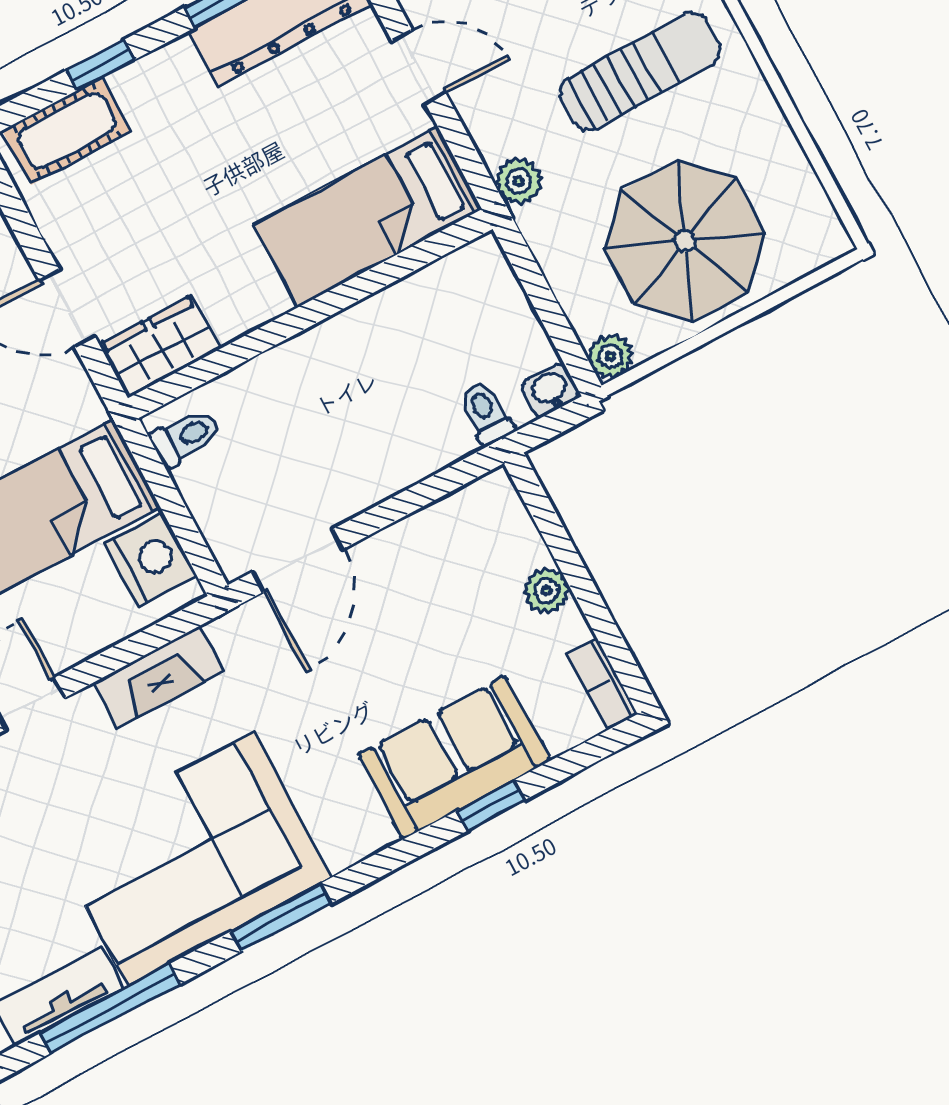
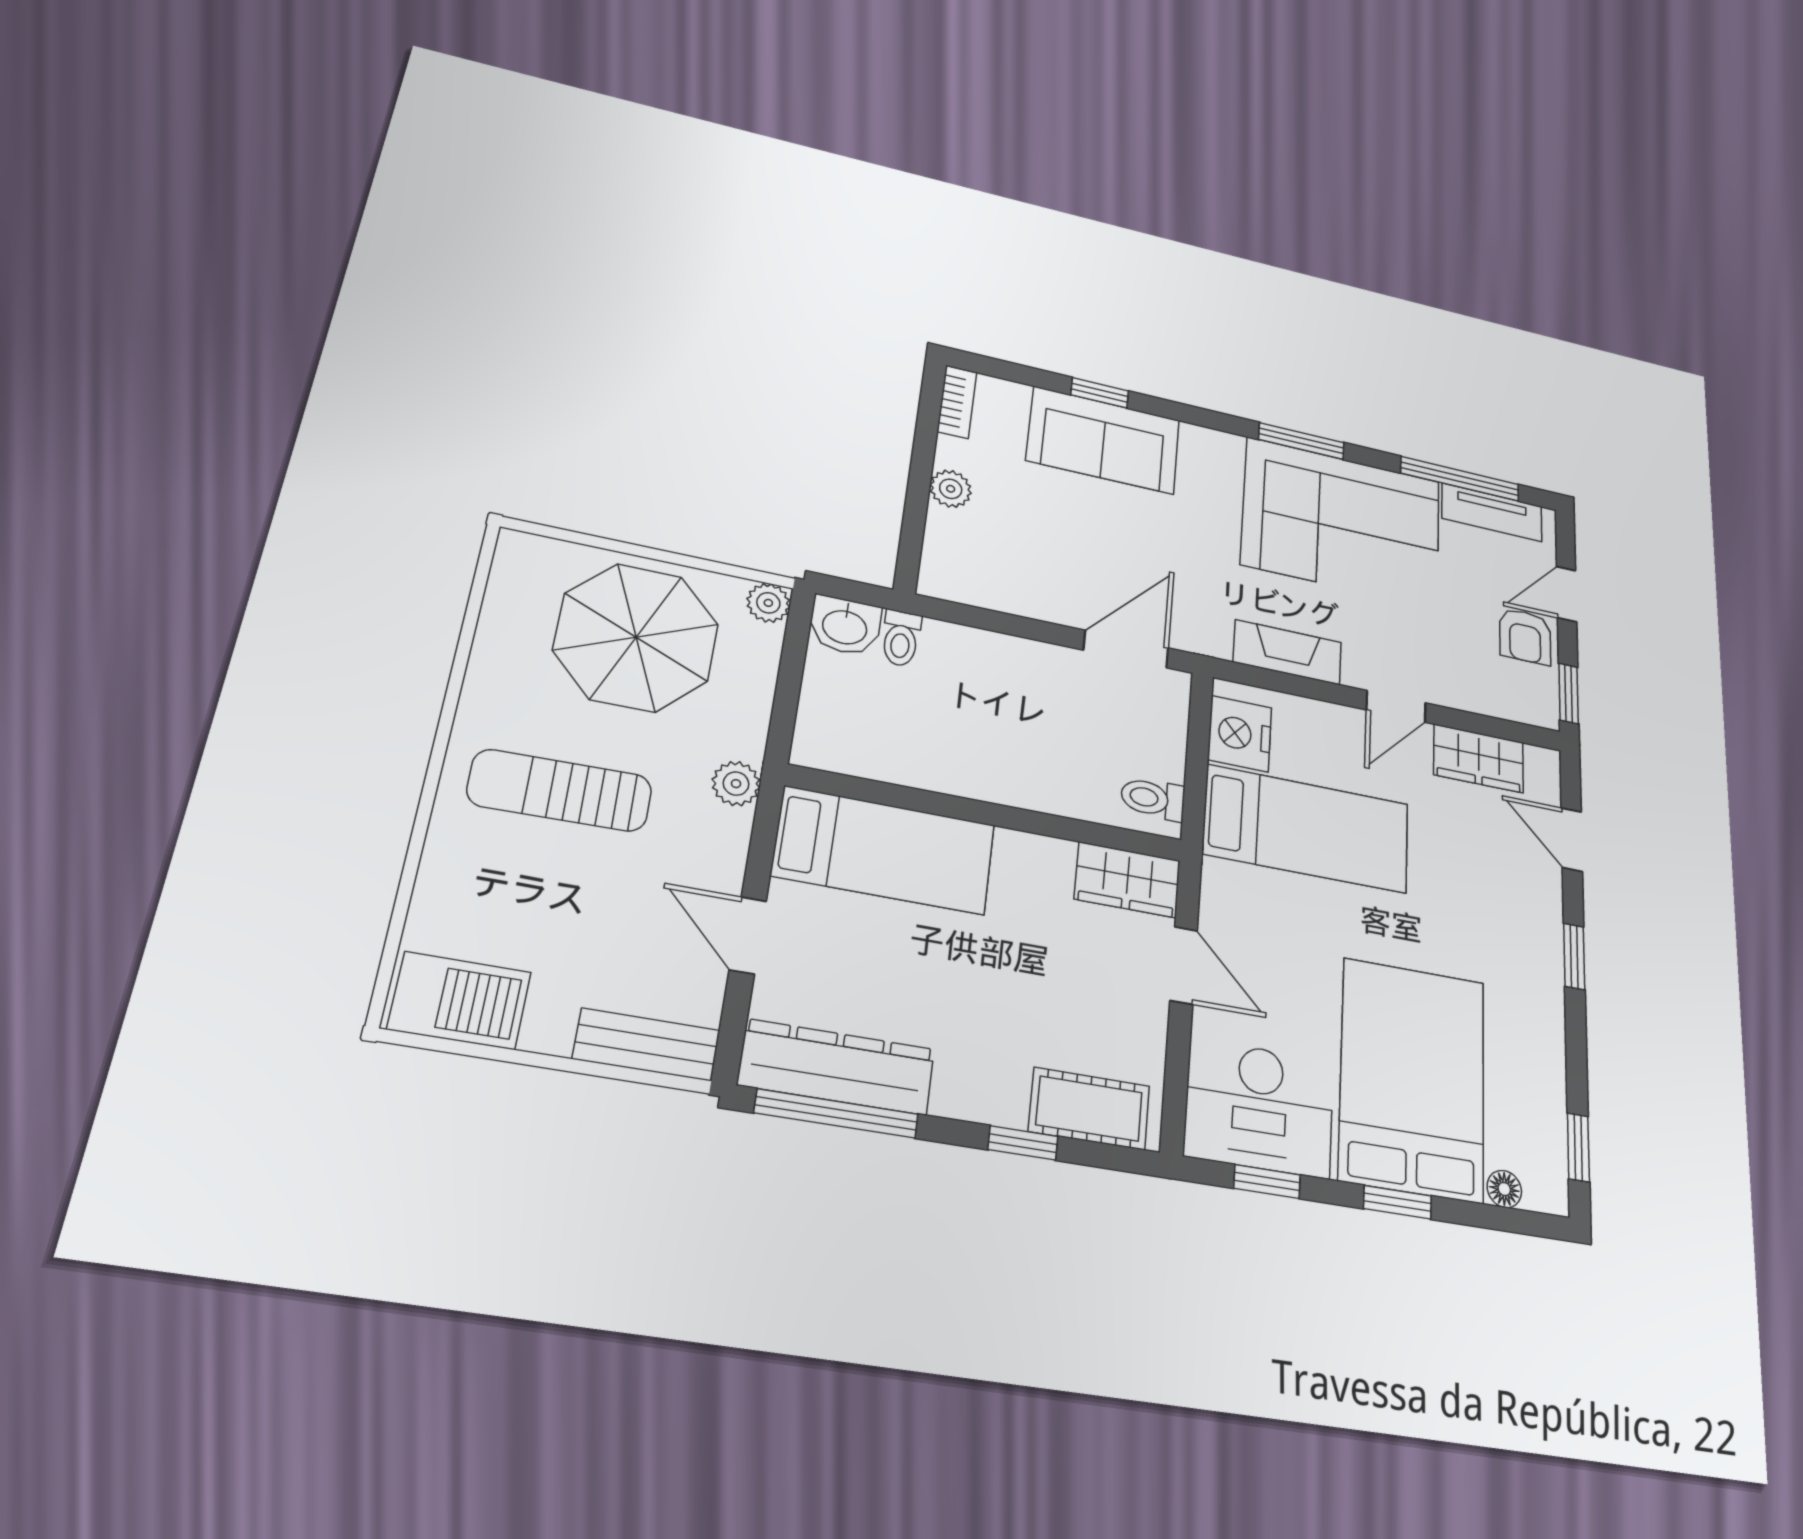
washbasin: (550, 390) -> (845, 626), width x1.38, depth x1.45

